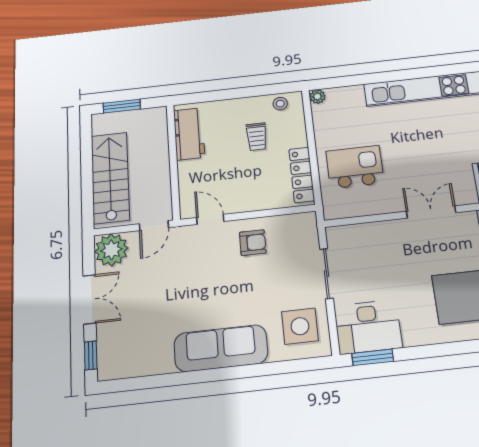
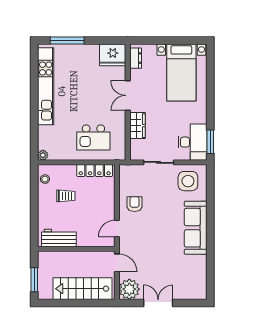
kitchen island: (355, 167) -> (93, 137), turned -90
wardrobe: (383, 233) -> (137, 126), added
window: (91, 355) -> (191, 303), removed

